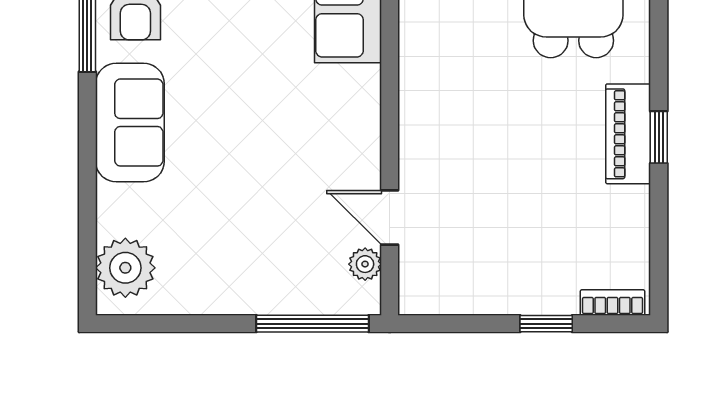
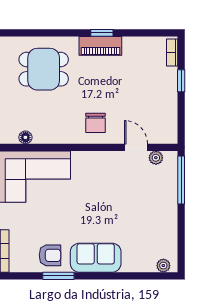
chair: (447, 122) -> (96, 123), added
door: (390, 217) -> (136, 147), swing flipped
plant: (125, 268) -> (163, 266), width x0.53, depth x0.53

